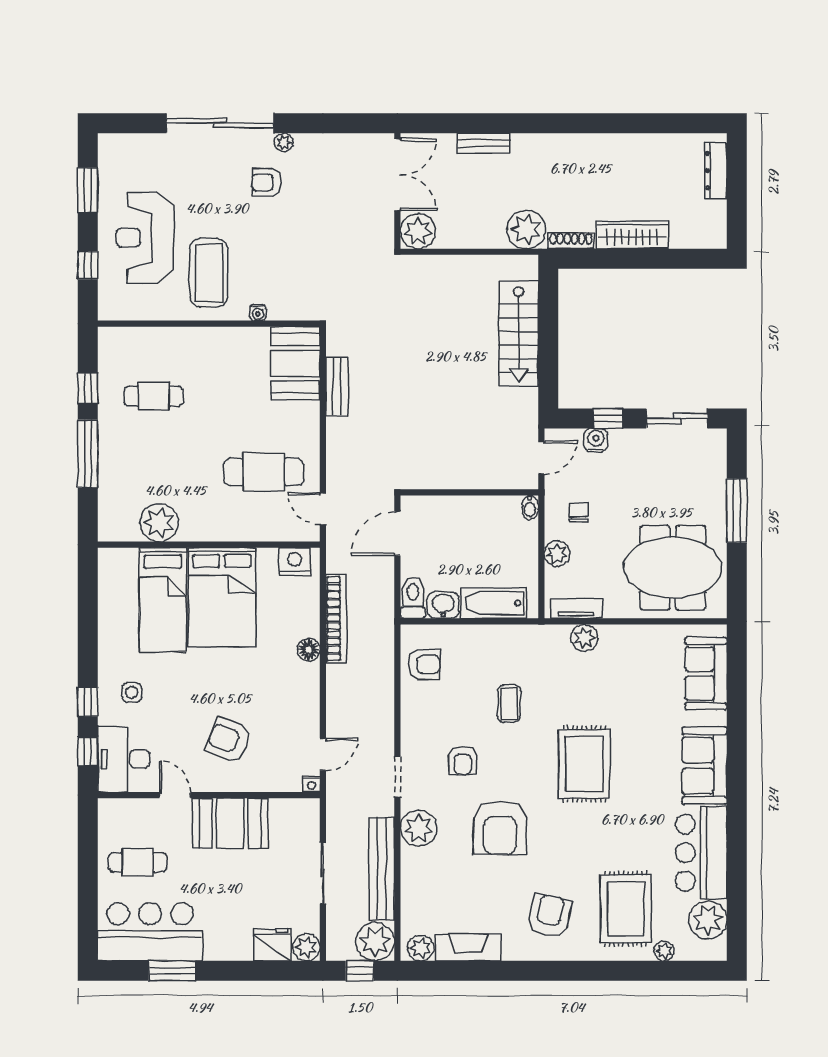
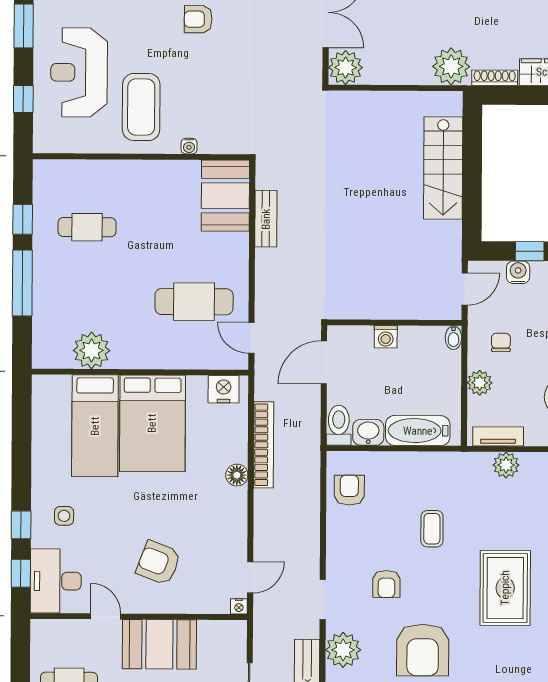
washing machine: (461, 507) -> (386, 337), added
armchair: (424, 664) -> (349, 490), turned -90

